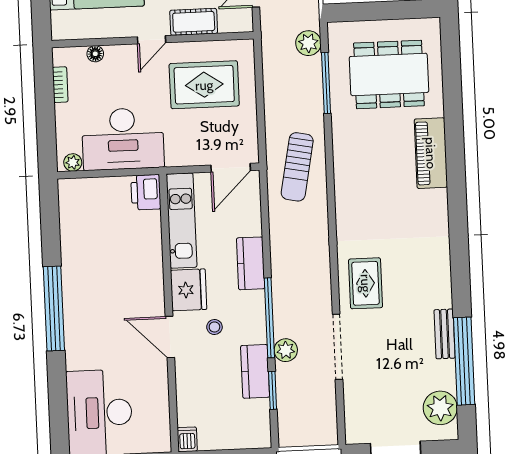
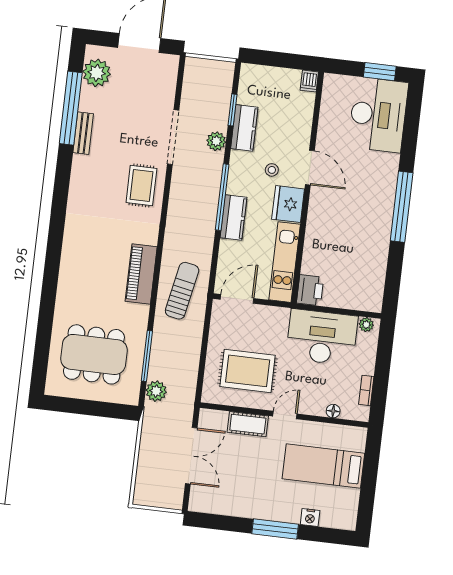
piano: (431, 153) -> (141, 274), moved, turned 180
window: (269, 318) -> (222, 197), moved

